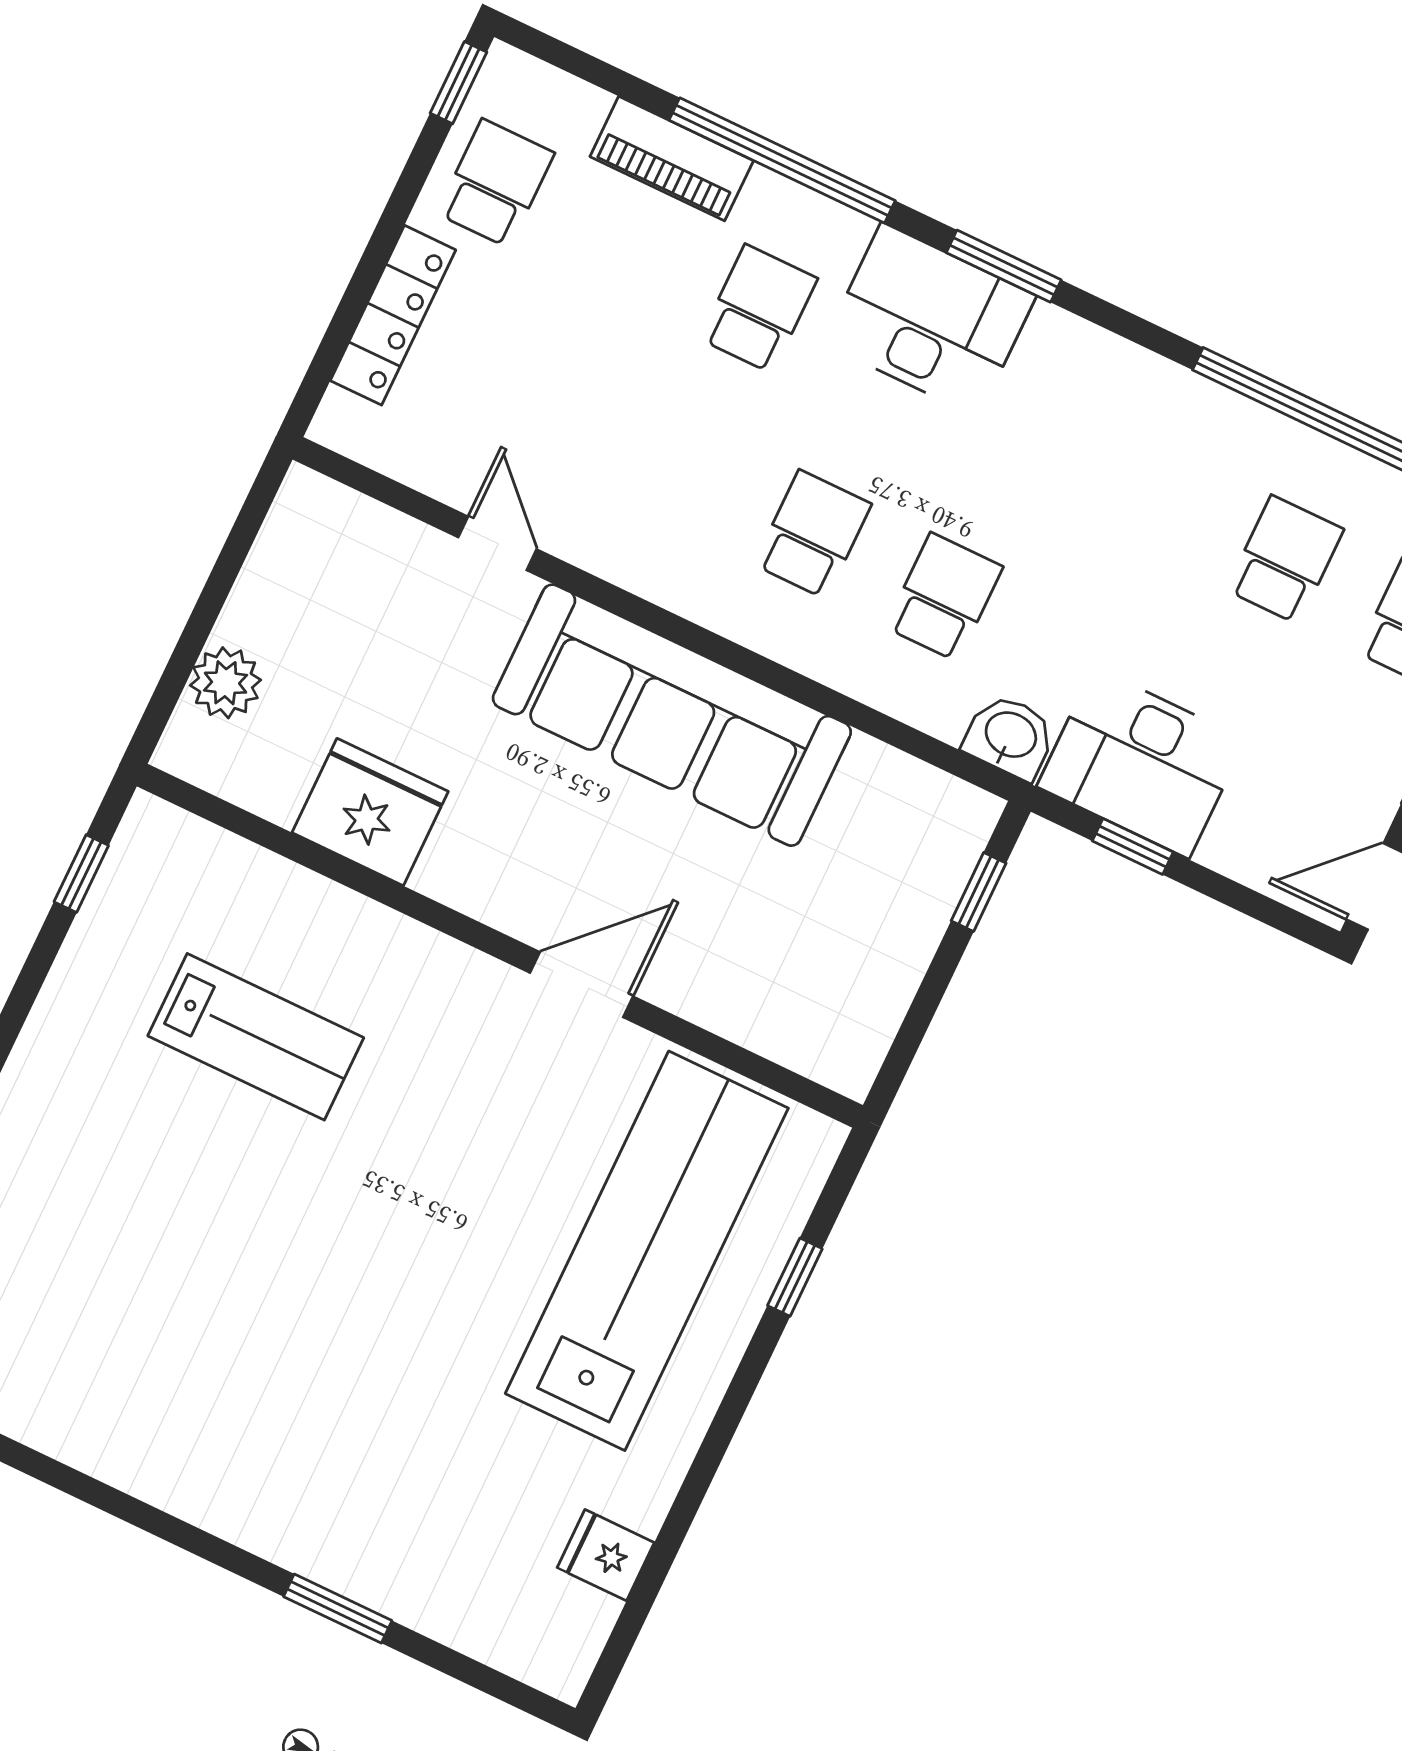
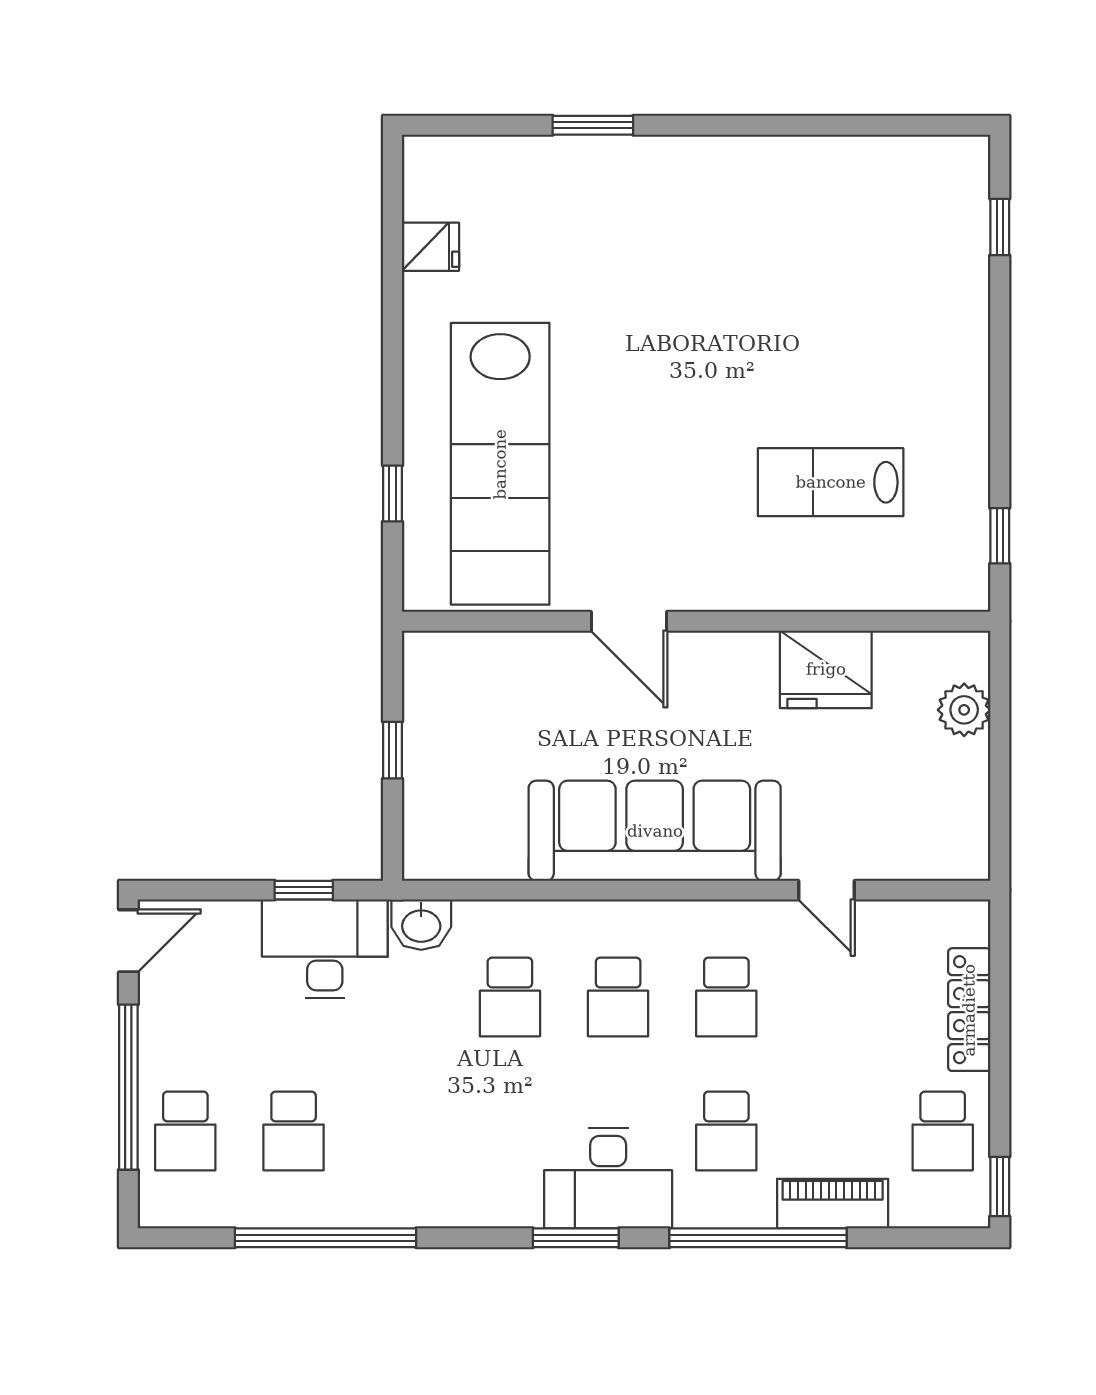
school desk: (681, 472) -> (726, 997), added
window: (979, 892) -> (393, 750), moved
door: (581, 985) -> (629, 621), hinge flipped

